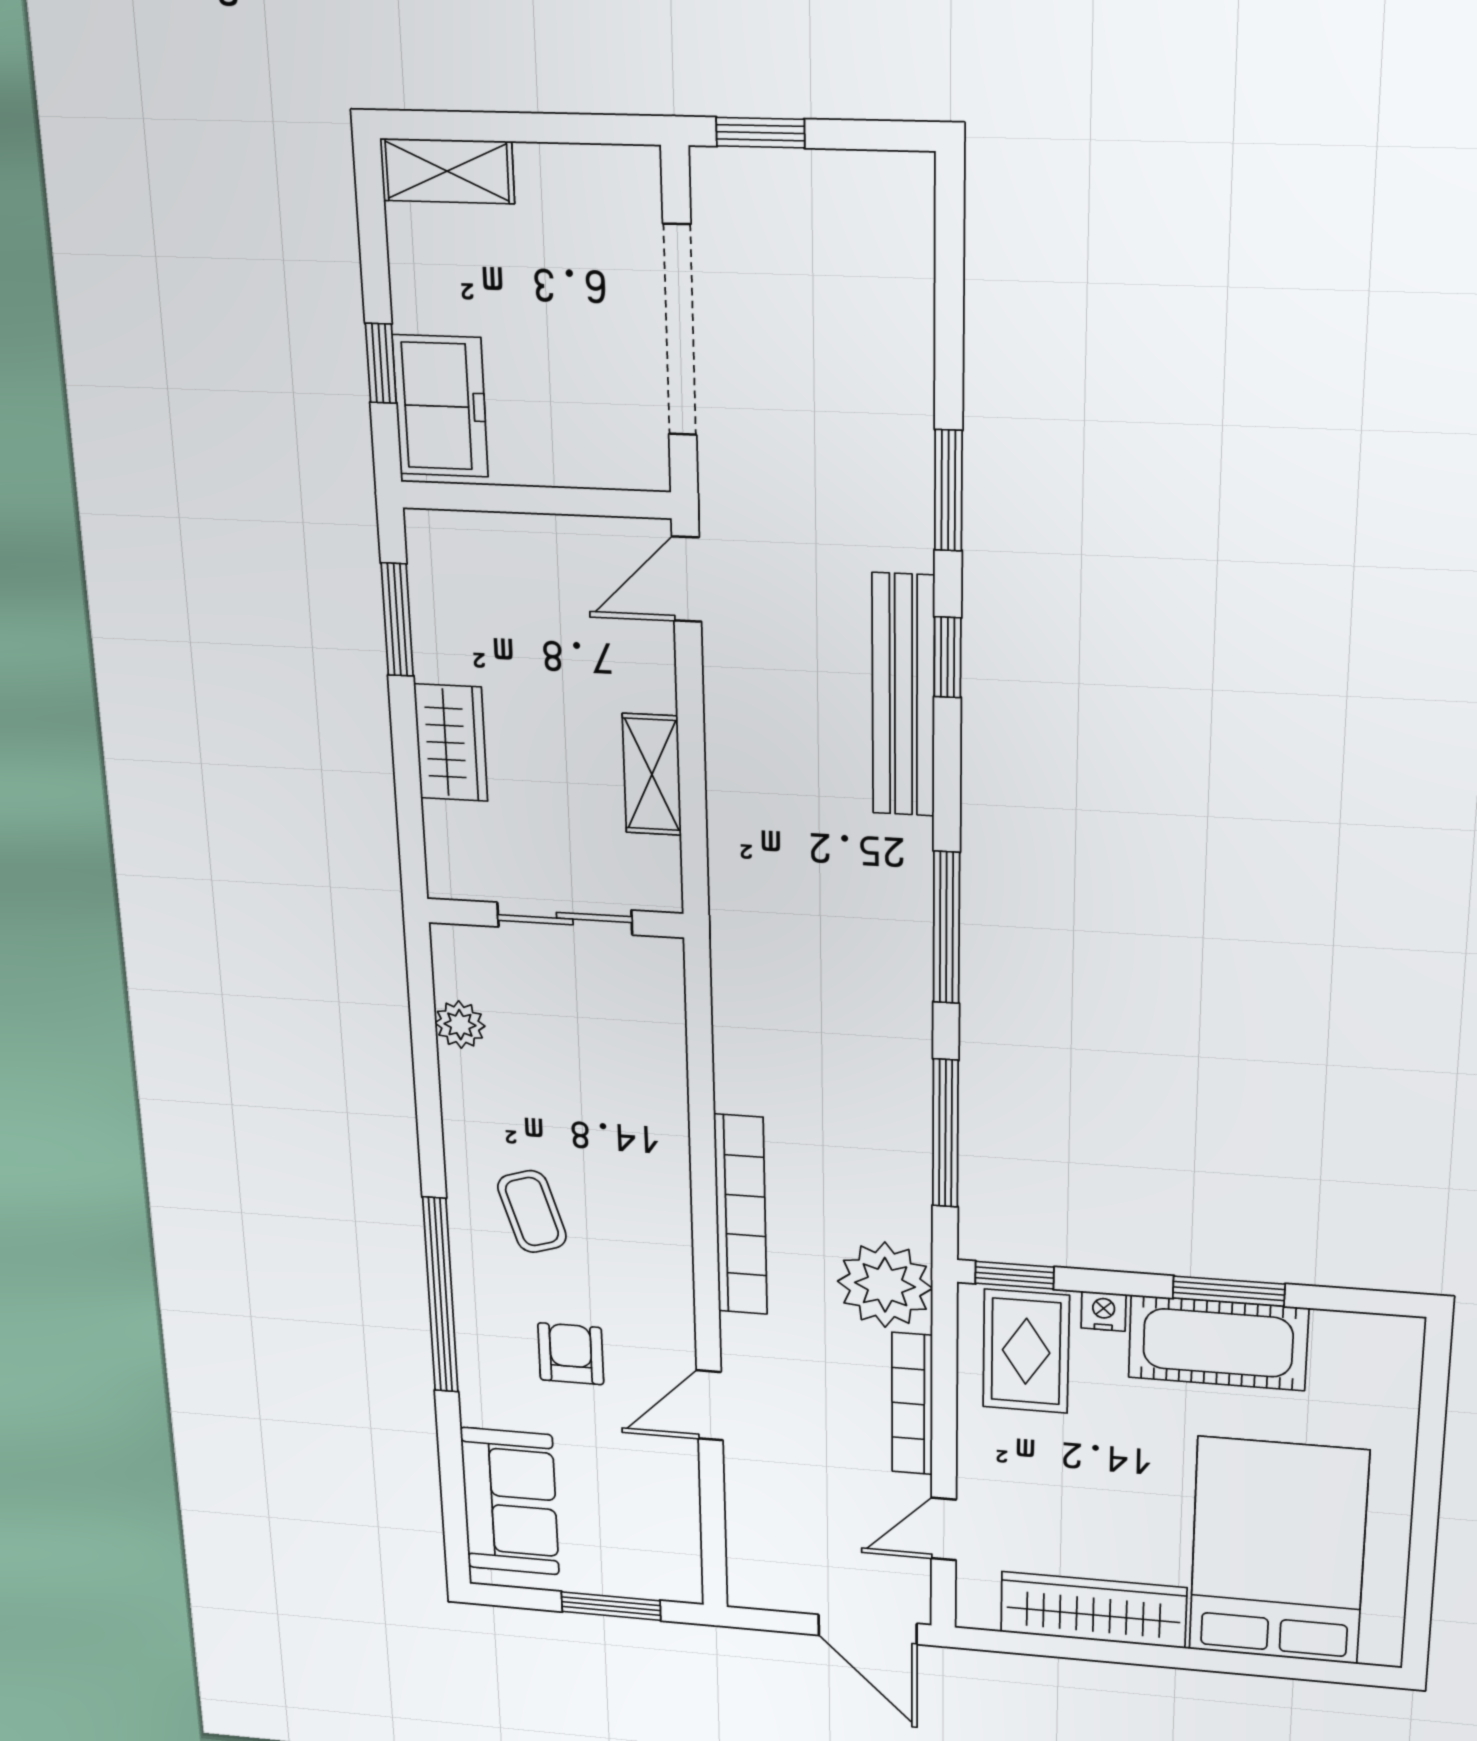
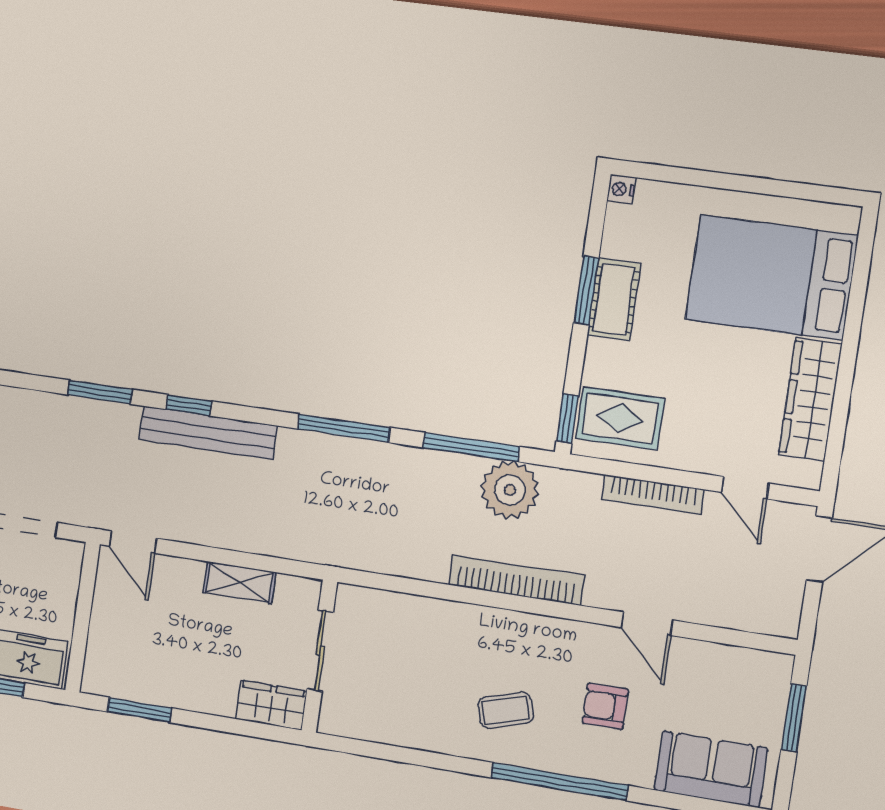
wardrobe: (451, 743) -> (271, 705), moved
plant: (460, 1025) -> (381, 728), removed
plant: (885, 1285) -> (510, 490), moved
nightstand: (1104, 1311) -> (621, 189), moved
cot: (1218, 1343) -> (614, 299), width x0.73, depth x0.75

